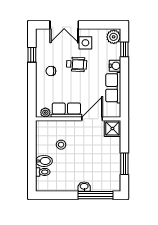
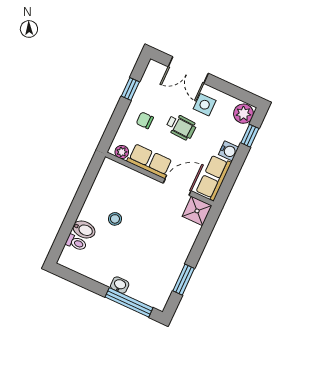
row of seats: (66, 110) -> (150, 161), moved
plant: (45, 113) -> (122, 152), moved
wall: (78, 119) -> (159, 179), moved
door: (92, 119) -> (177, 187), moved
shower: (112, 129) -> (197, 211), moved

